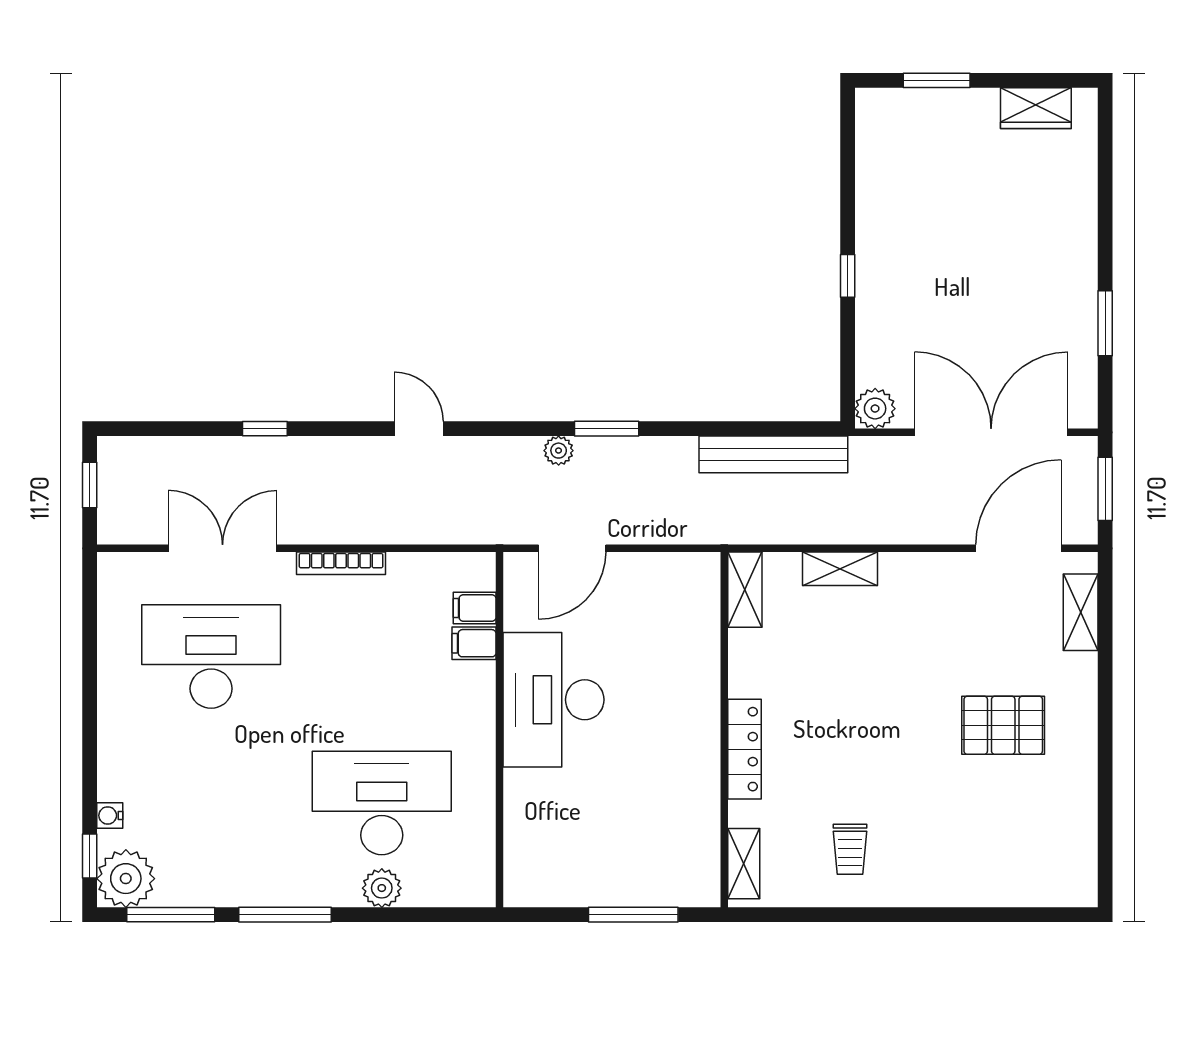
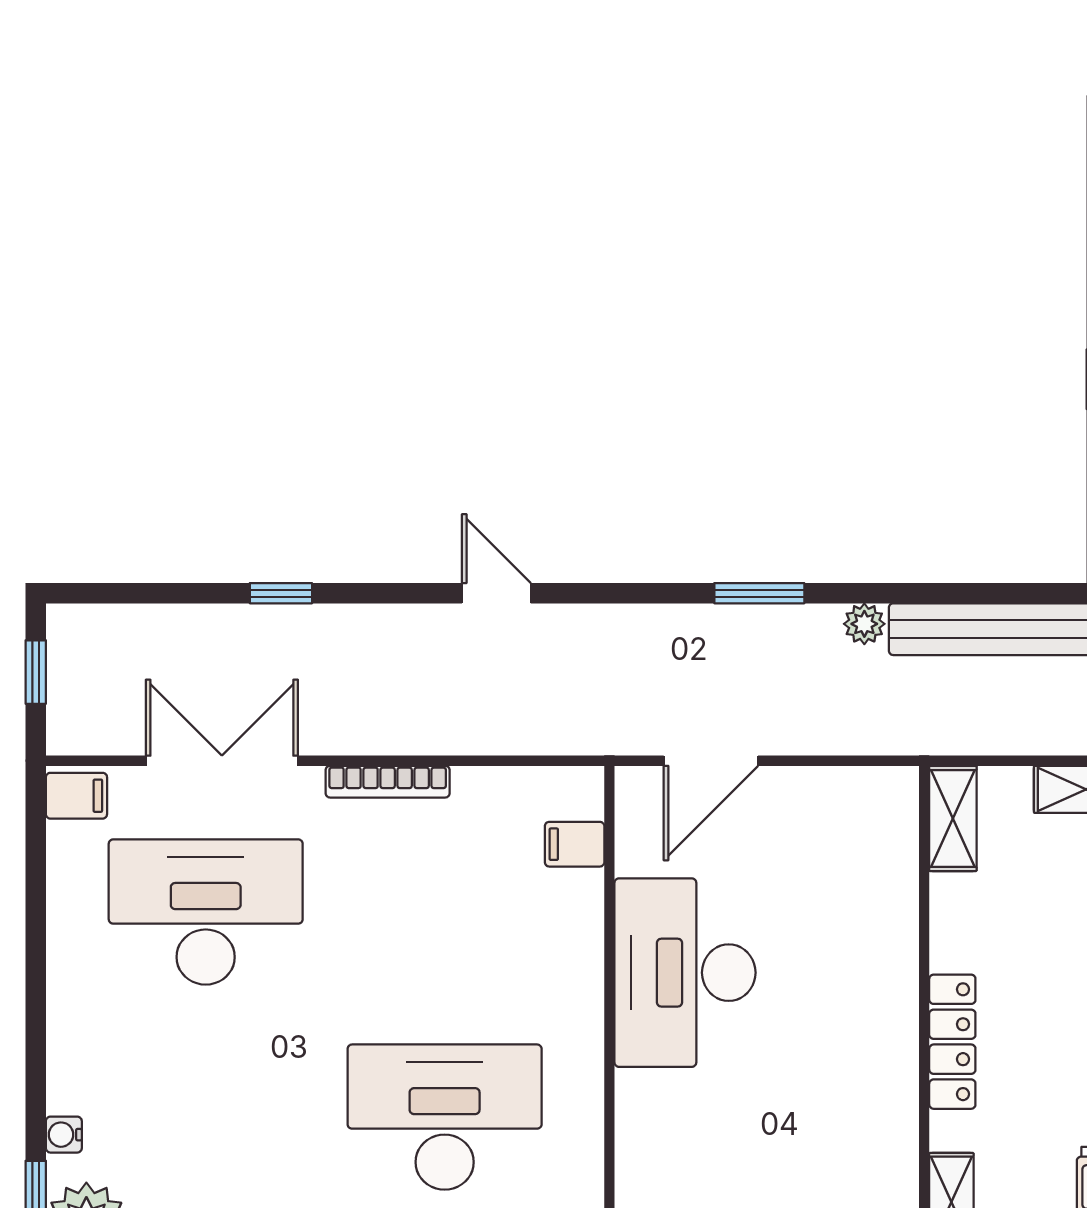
plant: (559, 451) -> (864, 624), moved
filing cabinet: (474, 643) -> (76, 796), moved, turned 180

